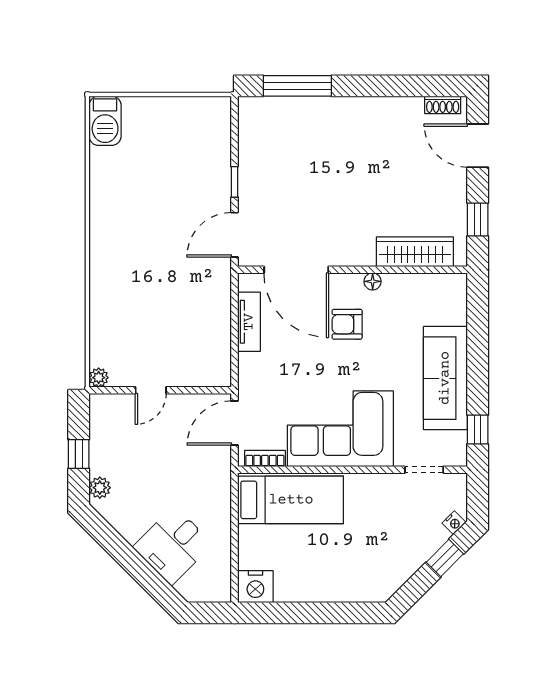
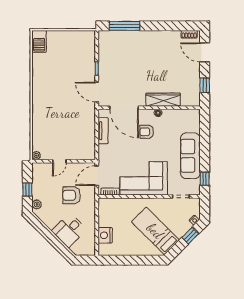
door: (235, 235) -> (97, 92), hinge flipped
wardrobe: (415, 252) -> (163, 100), moved
armchair: (178, 467) -> (72, 195), added
bed: (291, 500) -> (155, 231), moved, turned -135
nightstand: (255, 587) -> (105, 235), moved, turned 90

